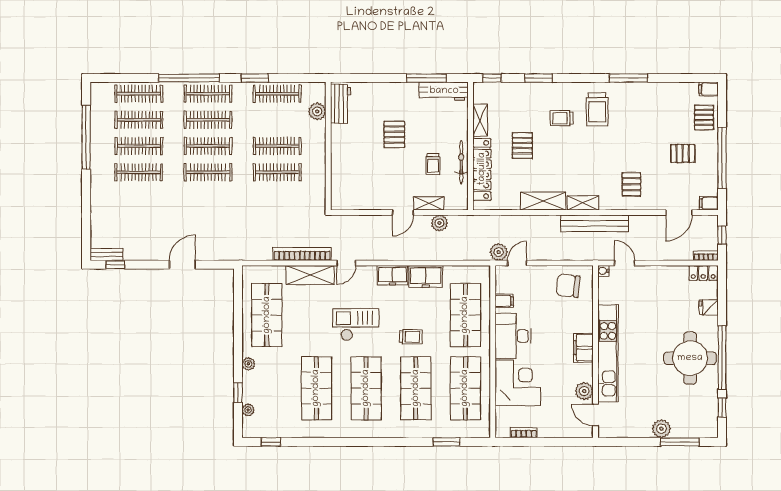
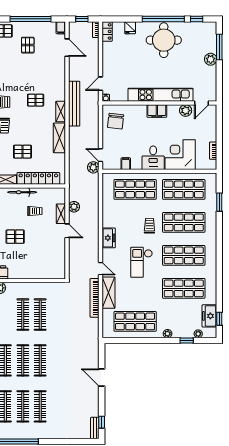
bicycle: (461, 162) -> (22, 192), moved
pallet: (632, 184) -> (36, 100), moved
freezer: (426, 276) -> (209, 316), moved, turned 180
desk: (513, 336) -> (153, 158), width x0.73

